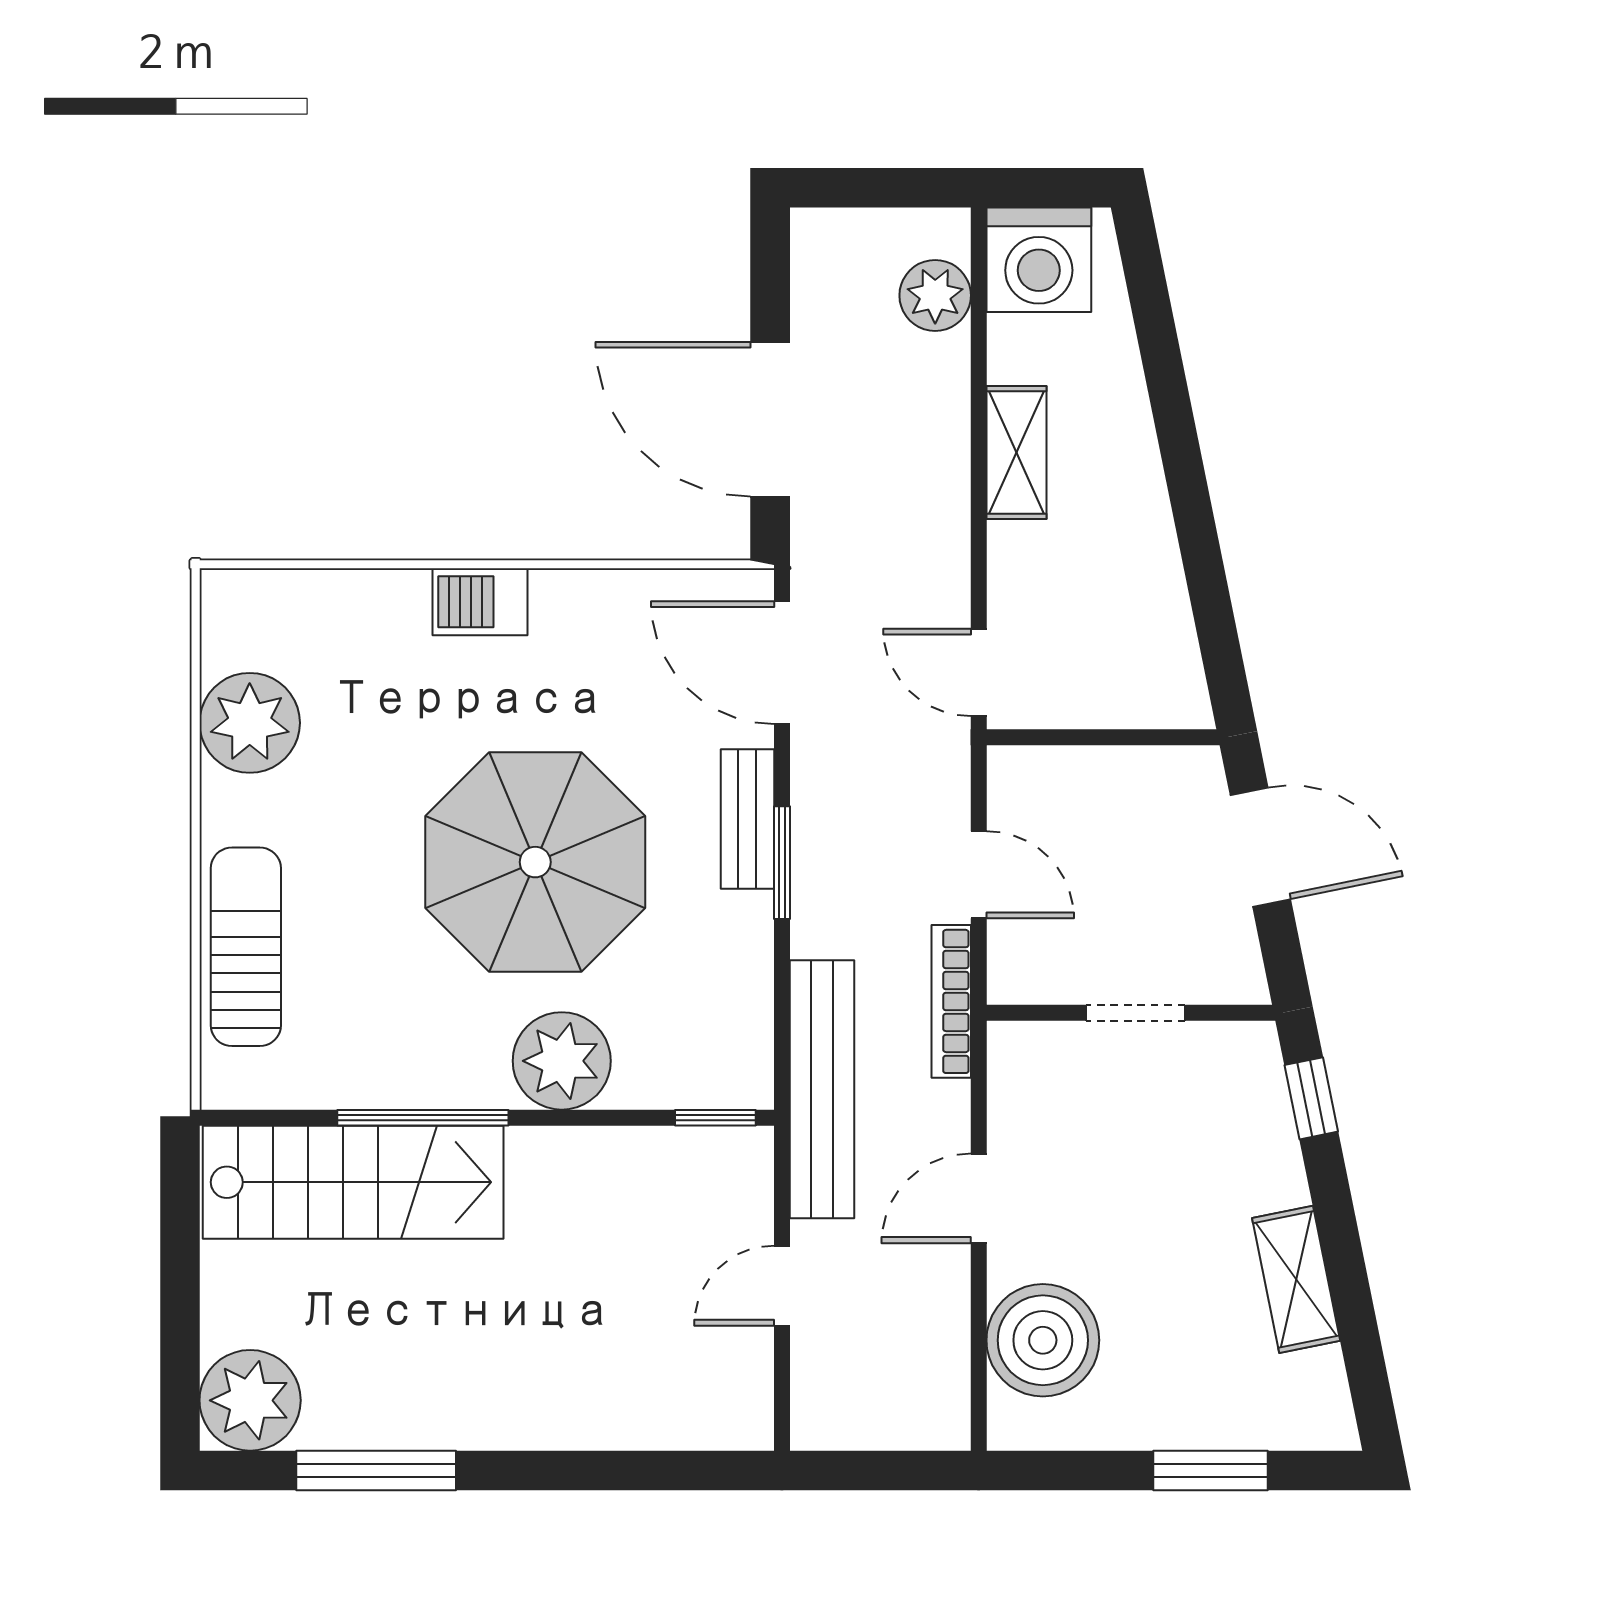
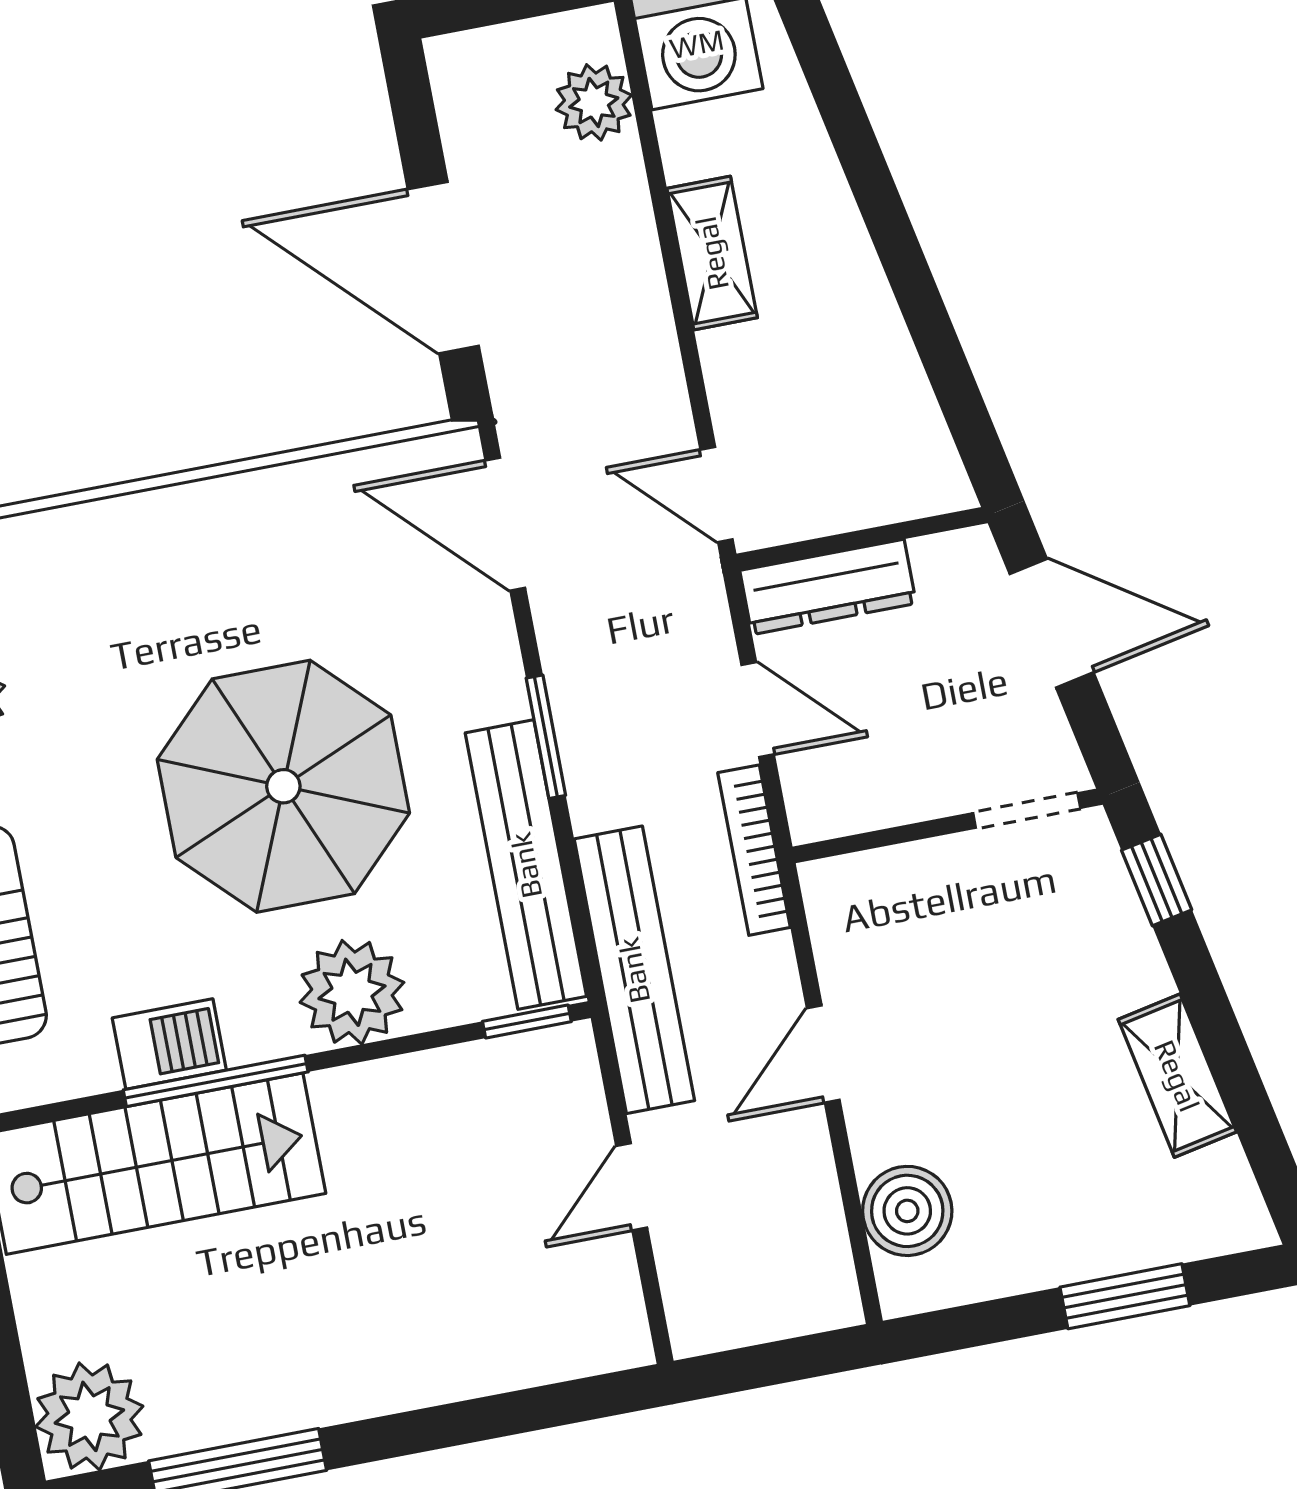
barbecue: (480, 602) -> (169, 1044), moved, turned 180
dresser: (1064, 775) -> (828, 587), added
bench: (747, 819) -> (526, 865), moved, width x1.86, depth x1.21
doorway: (1136, 1013) -> (1027, 811), moved
boiler: (1043, 1340) -> (907, 1211), width x0.73, depth x0.73

